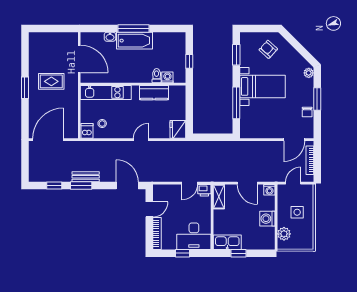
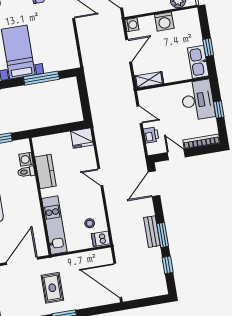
printer: (204, 190) -> (151, 135), moved

